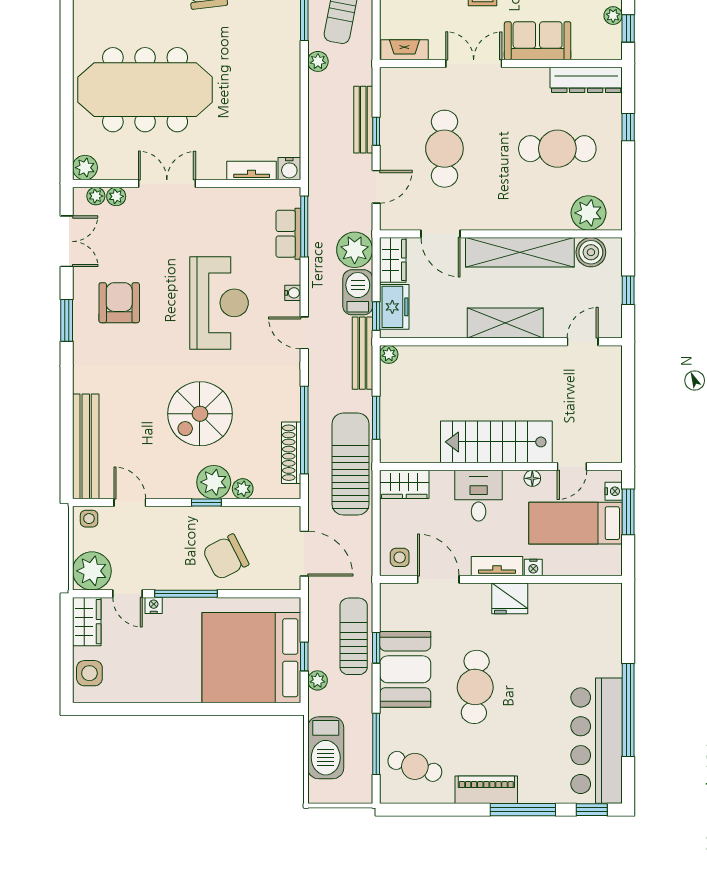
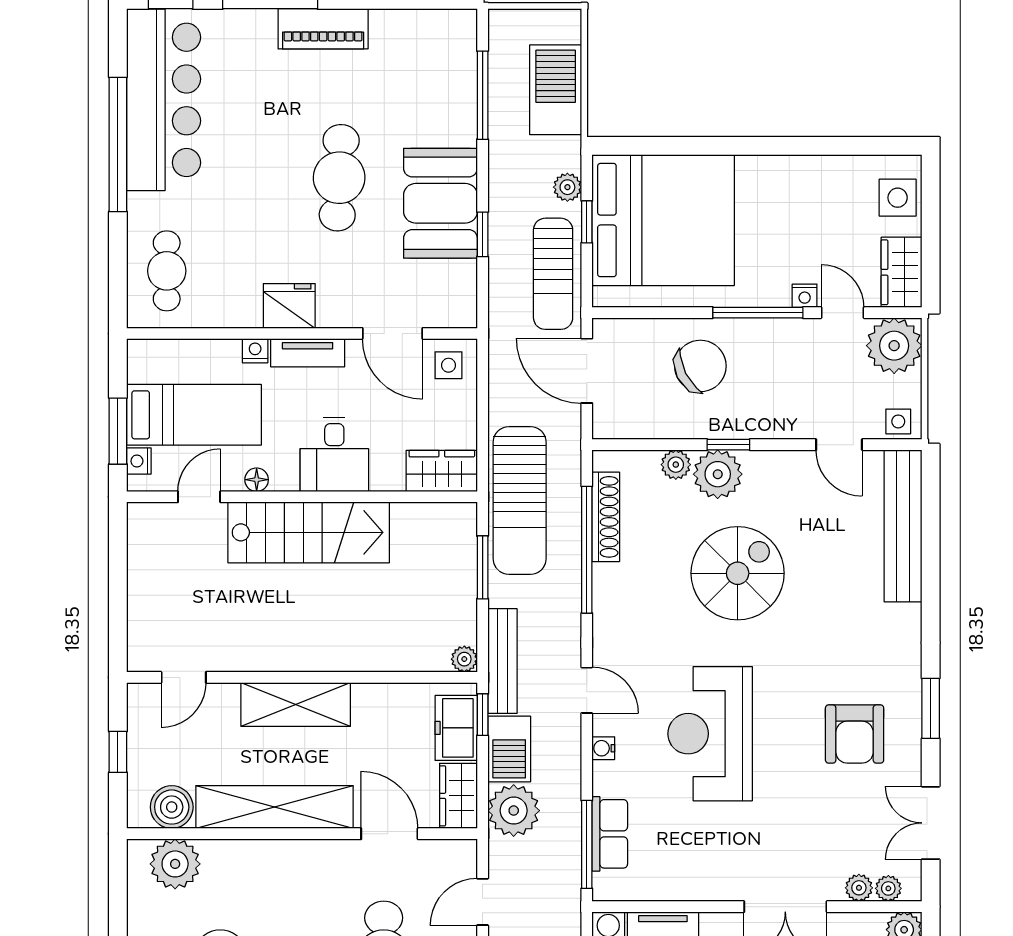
sun lounger: (354, 636) -> (553, 274), moved
cafe table: (415, 766) -> (167, 271), moved, turned 72

